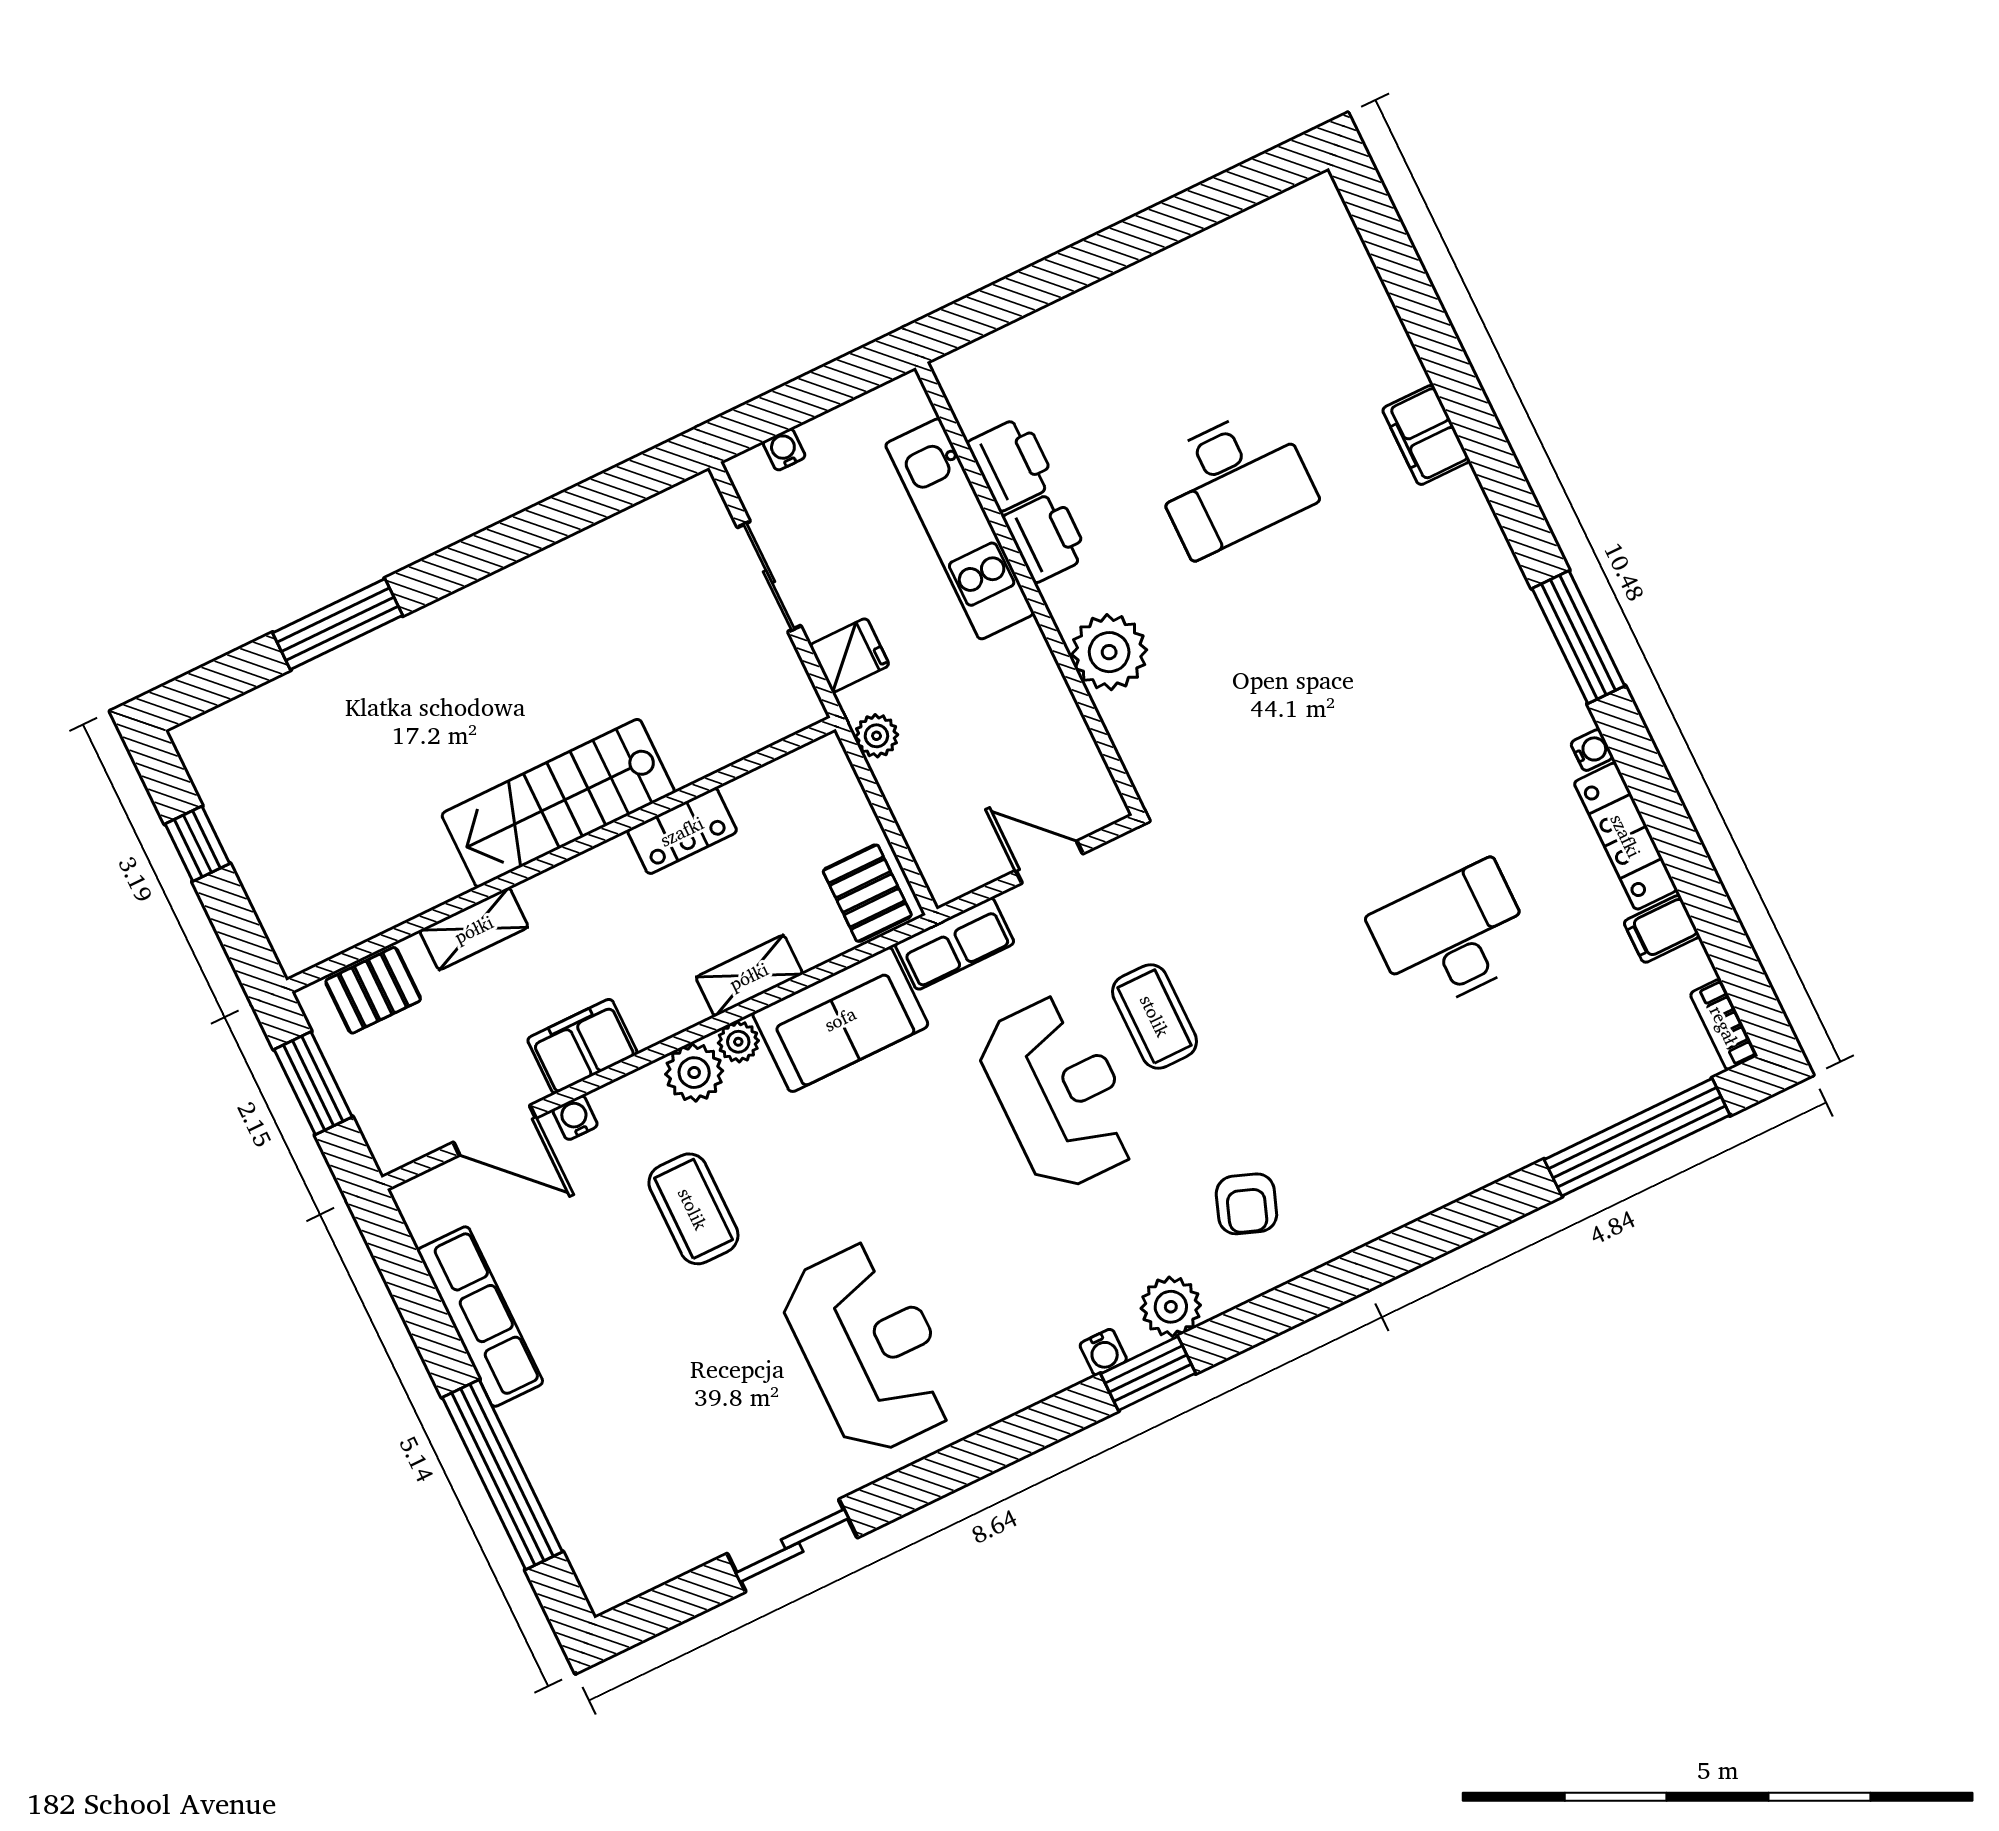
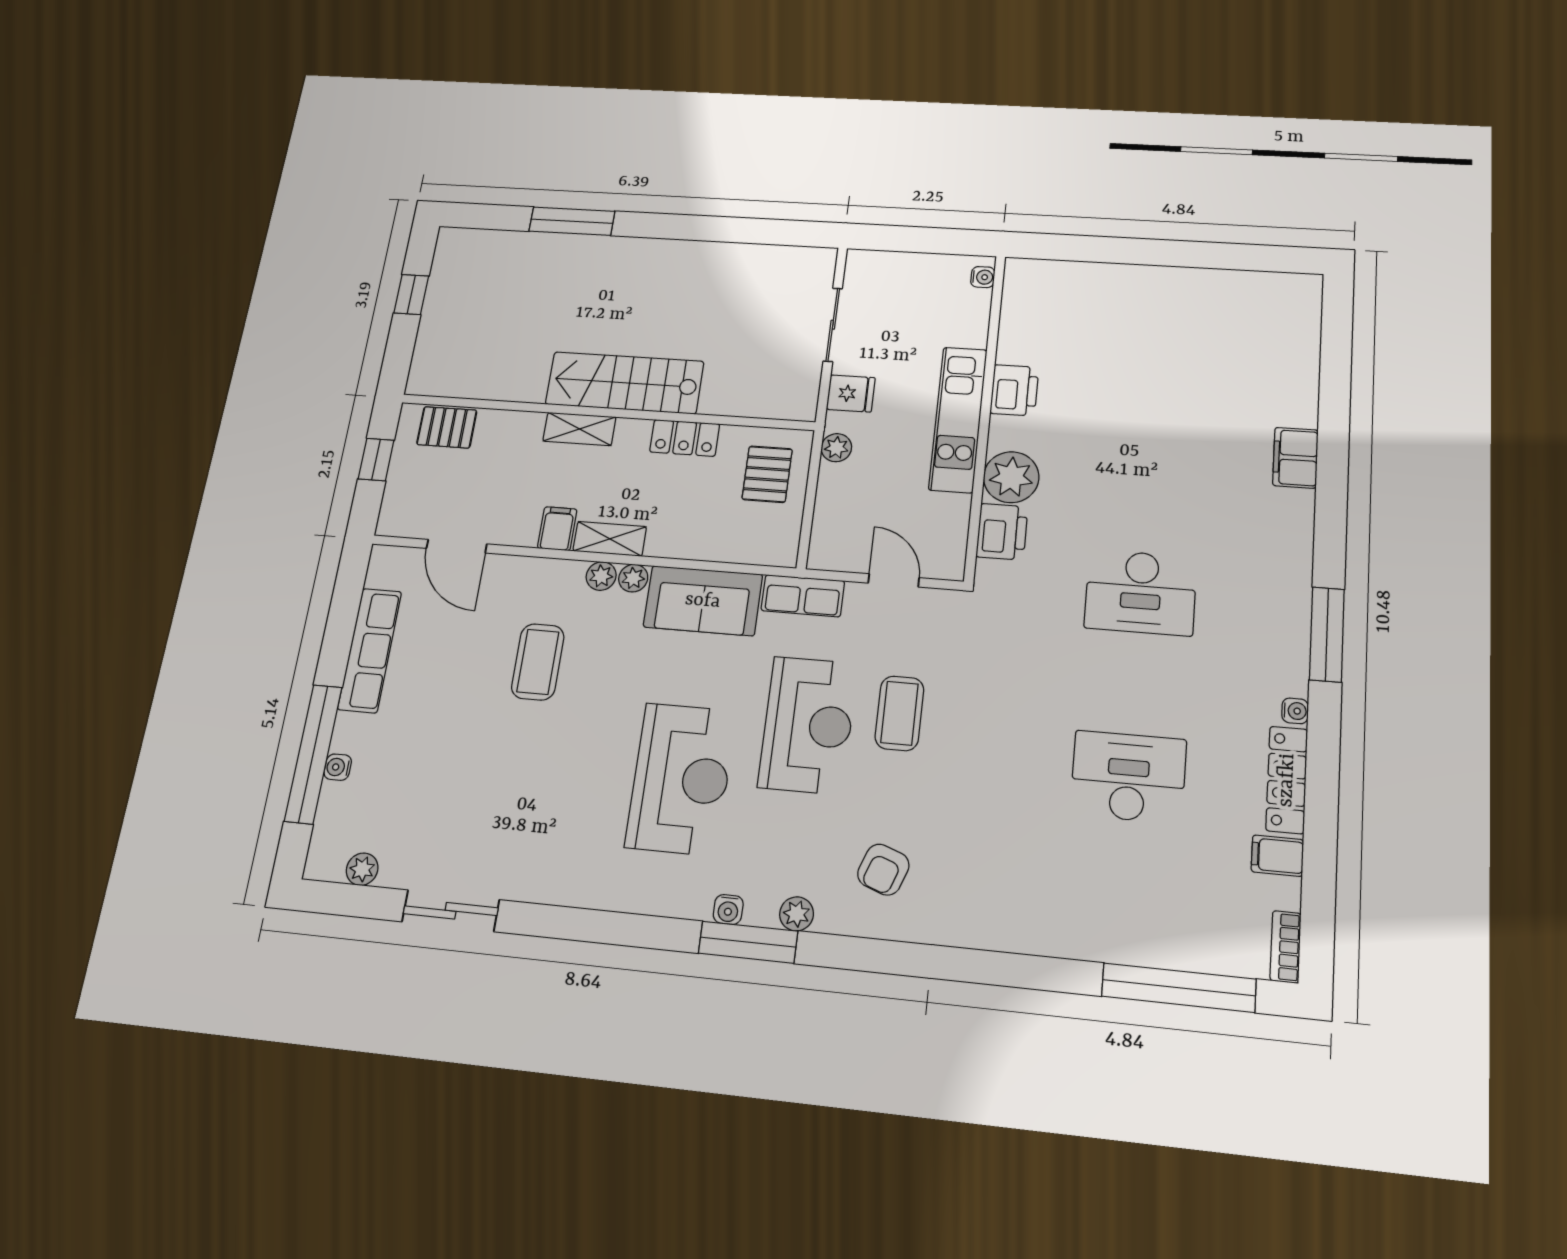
water cooler: (784, 449) -> (983, 277), moved, turned 90
printer: (1012, 464) -> (1002, 532), moved
desk: (1232, 481) -> (1141, 592), moved
kitchen unit: (960, 529) -> (958, 419), moved
pallet: (867, 893) -> (767, 474), moved
shelving: (474, 929) -> (579, 429), moved
shelving: (749, 976) -> (610, 539), moved
filing cabinet: (582, 1046) -> (557, 529), width x0.50
plant: (694, 1073) -> (601, 576), width x0.73, depth x0.73
window: (313, 1083) -> (376, 460), width x0.67
water cooler: (575, 1118) -> (338, 767), moved, turned -90
plant: (1171, 1307) -> (797, 914), width x0.73, depth x0.73
reception desk: (870, 1348) -> (681, 779), moved
window: (1148, 1374) -> (748, 942), width x1.44
plant: (657, 1564) -> (362, 869), added

